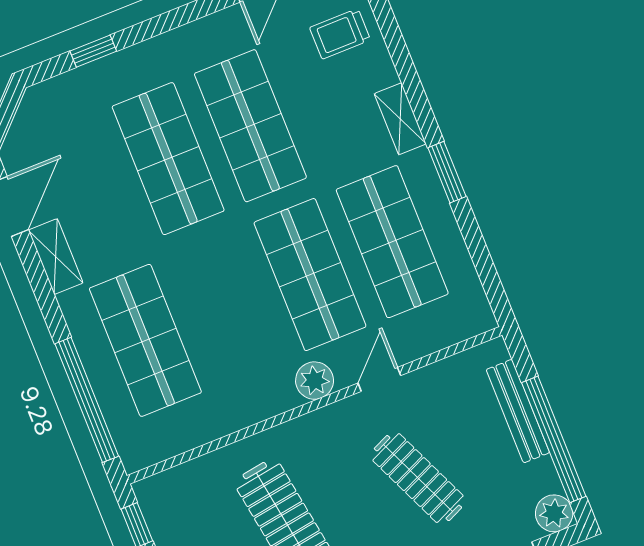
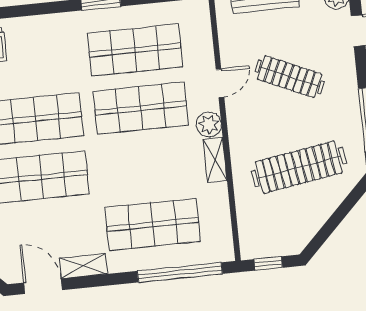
shelving: (400, 119) -> (215, 160), moved, turned 90
door: (379, 379) -> (220, 83), swing flipped
clothes rail: (418, 478) -> (290, 77), turned 48

